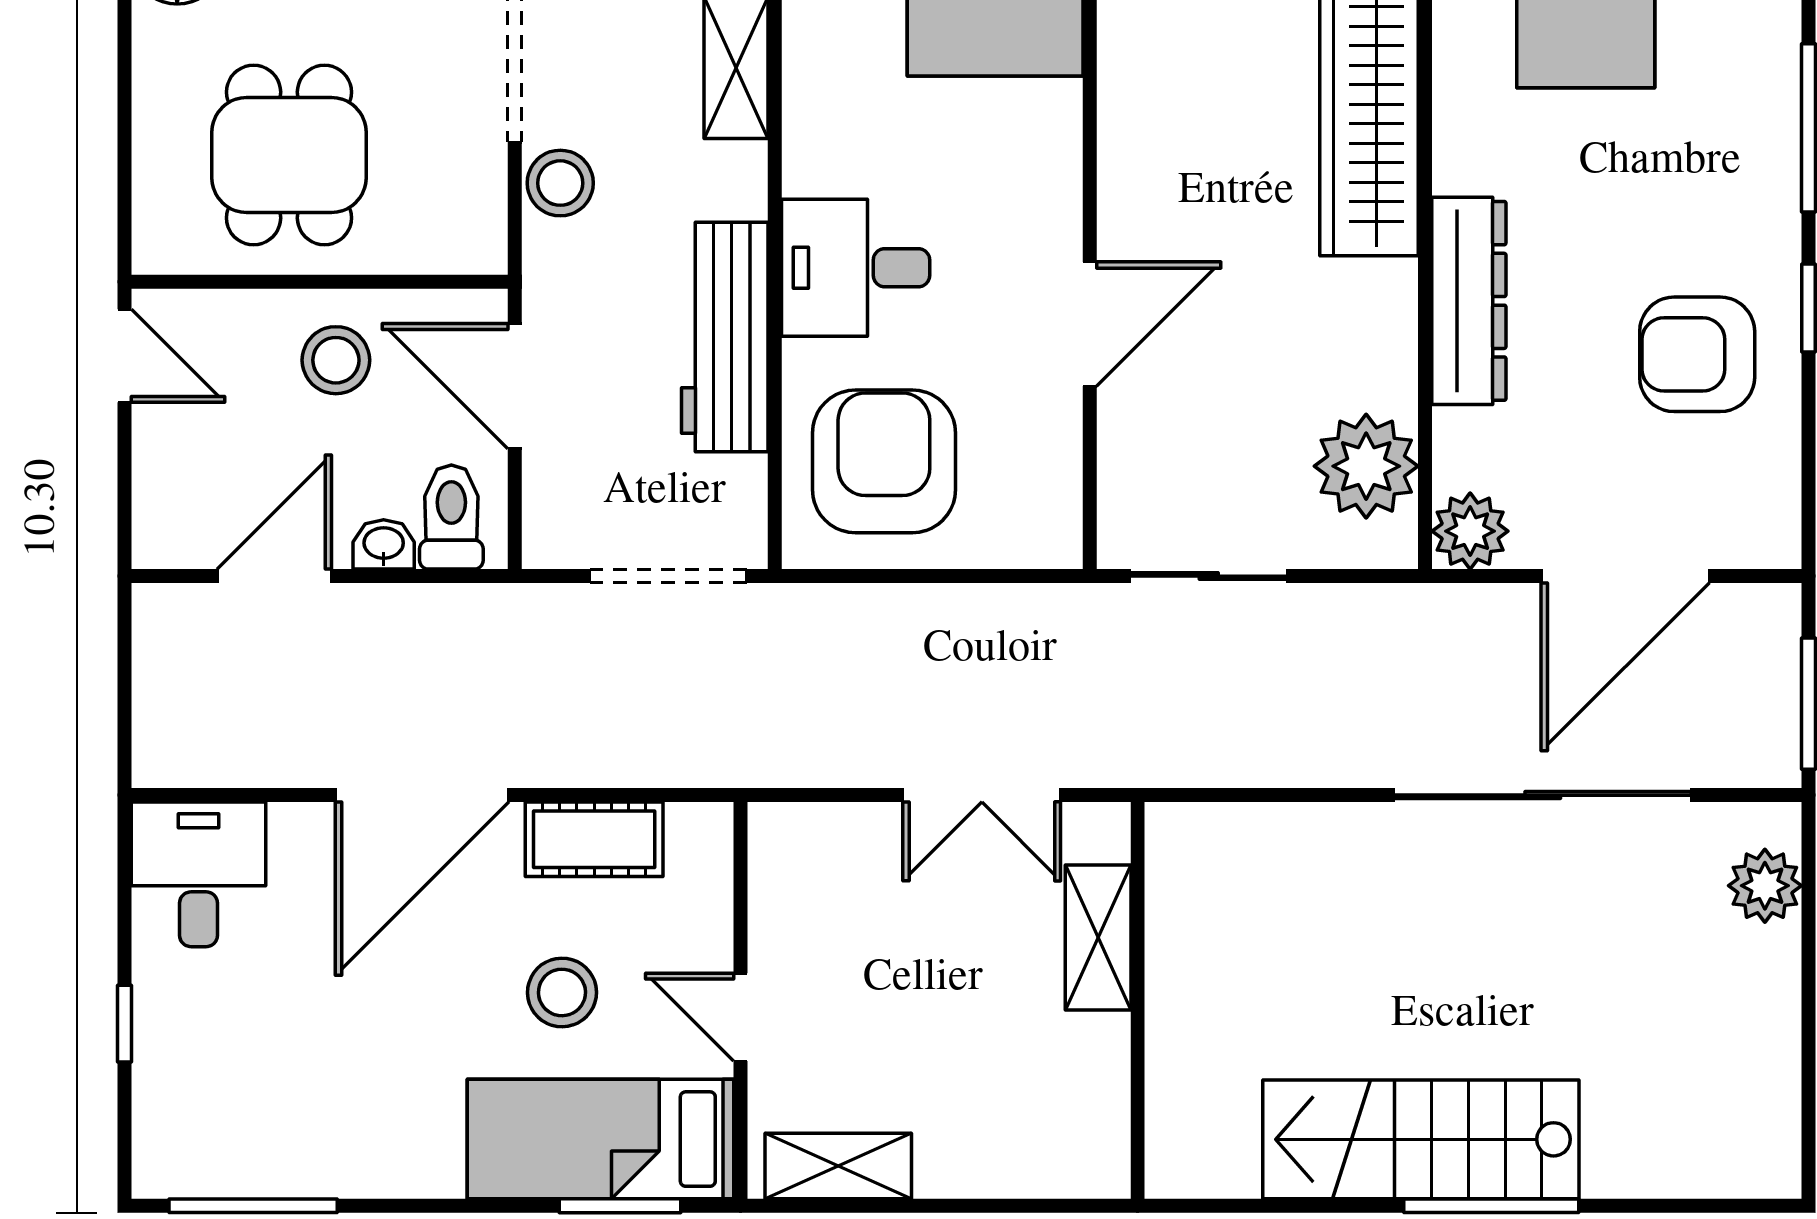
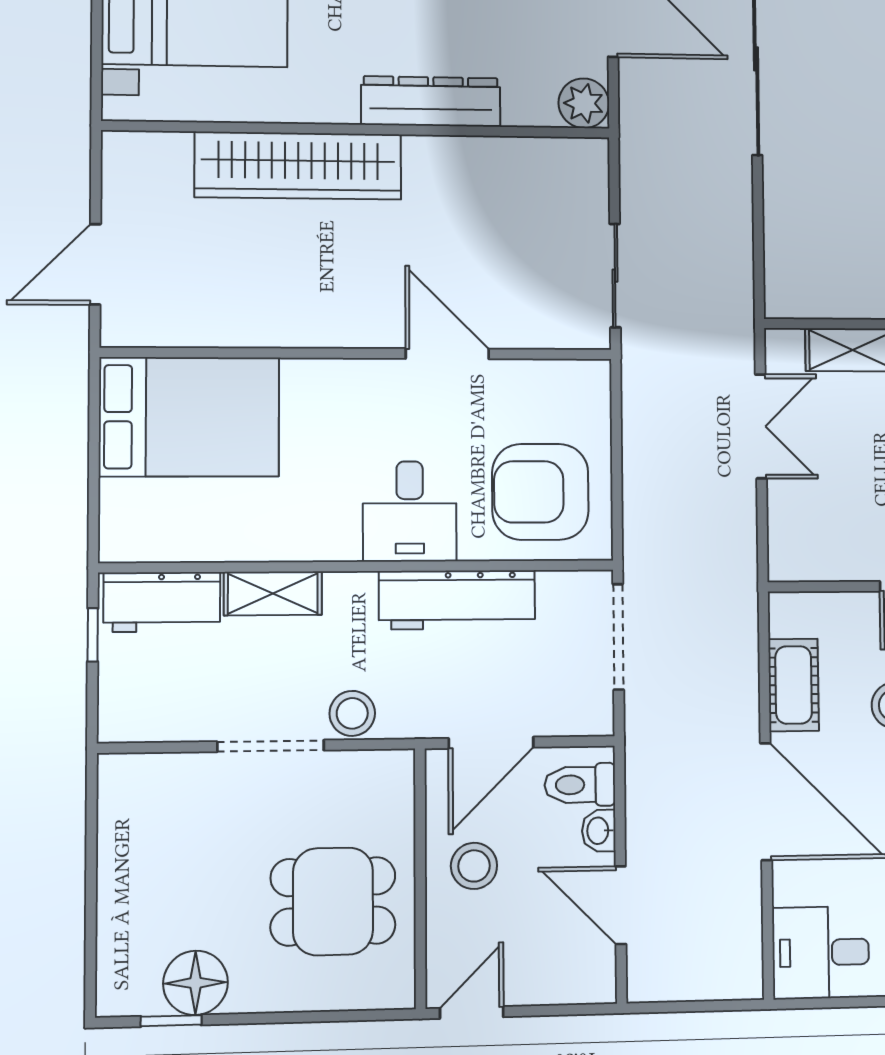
plant: (1366, 466) -> (541, 171), removed

